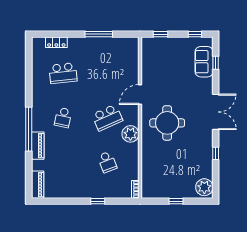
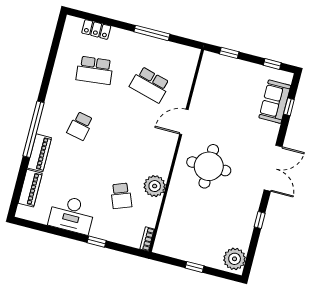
school desk: (107, 118) -> (150, 85), moved, turned 39
plant: (130, 134) -> (155, 186), moved
piano: (38, 185) -> (30, 188), moved
desk: (74, 186) -> (72, 215), added

